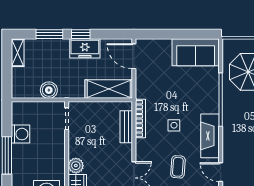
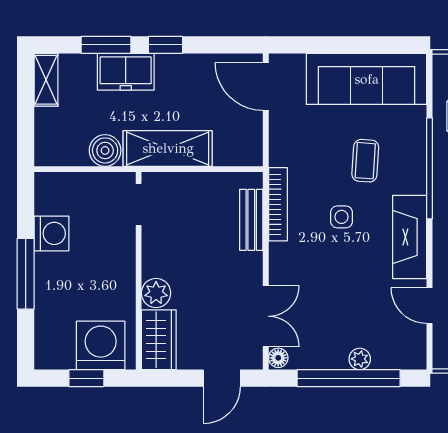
freezer: (85, 48) -> (126, 72), moved
sofa: (196, 52) -> (367, 79), width x1.36
shelving: (109, 89) -> (168, 148), moved
coffee table: (178, 167) -> (365, 161), moved

